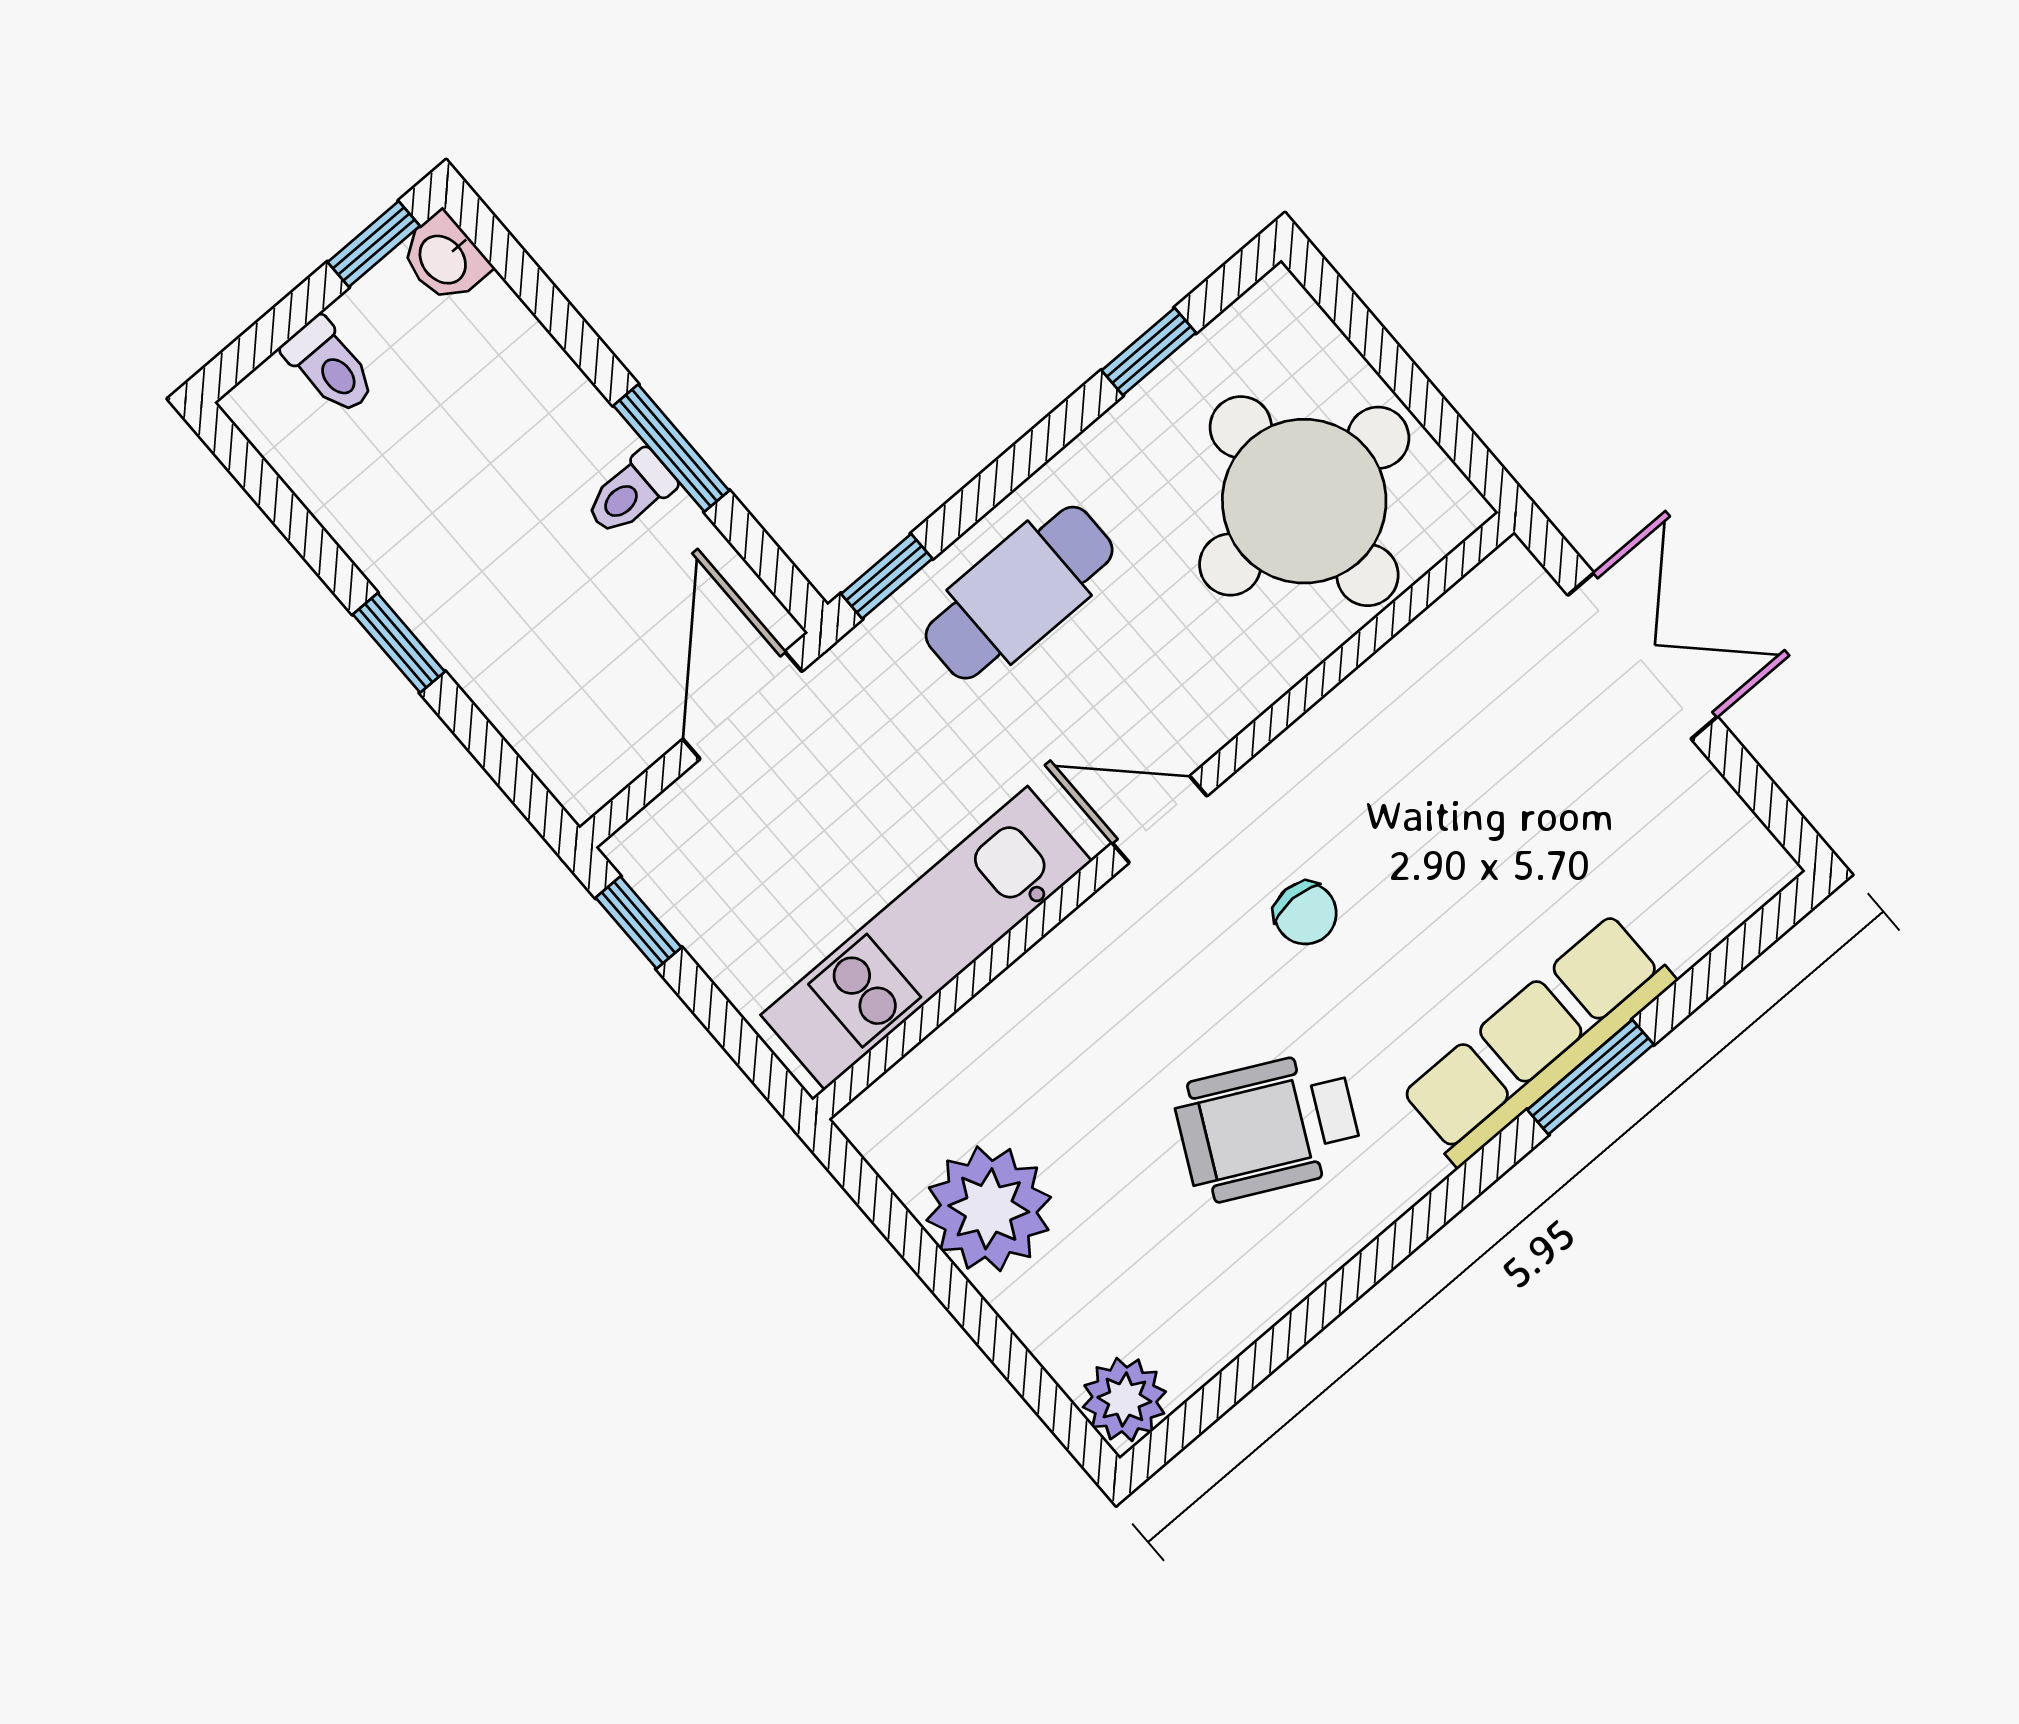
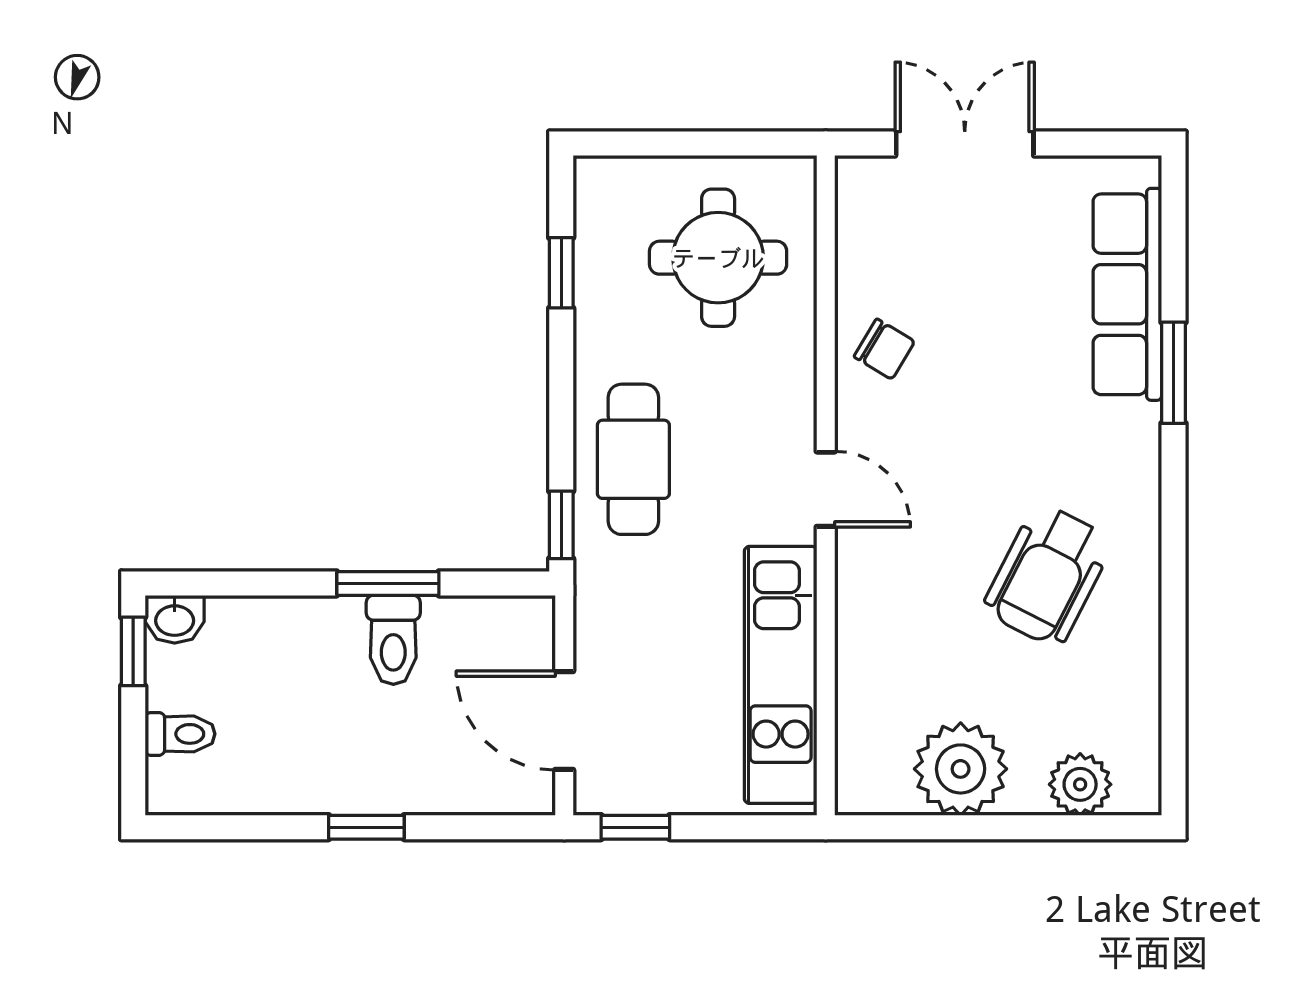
toilet: (630, 493) -> (393, 640), width x1.37, depth x1.39
round table: (1304, 501) -> (718, 258), width x0.73, depth x0.73
door: (742, 705) -> (564, 721), moved
door: (1160, 819) -> (826, 489), swing flipped
chair: (1305, 913) -> (884, 349), moved, turned 31
row of seats: (1537, 1039) -> (1127, 294), moved
plant: (1124, 1399) -> (1080, 784), moved

